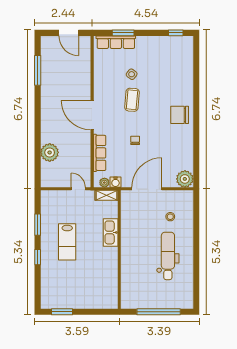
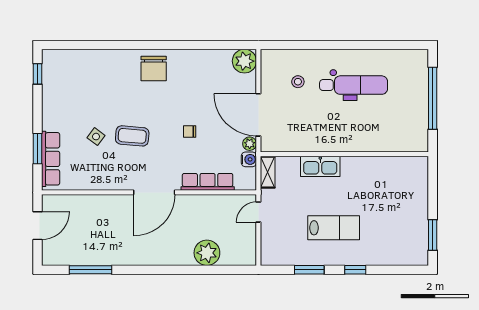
plant: (104, 183) -> (250, 144), moved
dental chair: (168, 256) -> (354, 85), turned 180

